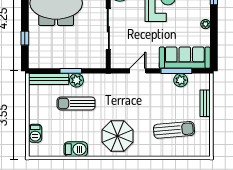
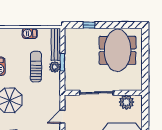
door: (138, 71) -> (62, 117), swing flipped
barbecue: (35, 133) -> (30, 33), moved

